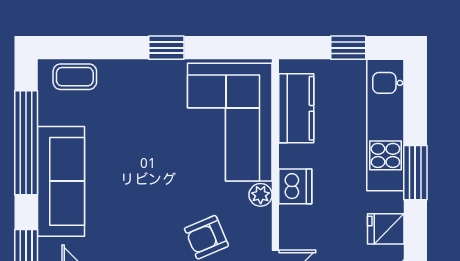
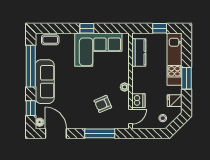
corner sofa: (230, 122) -> (98, 50), moved, turned -90
dishwasher: (295, 186) -> (138, 101), moved

